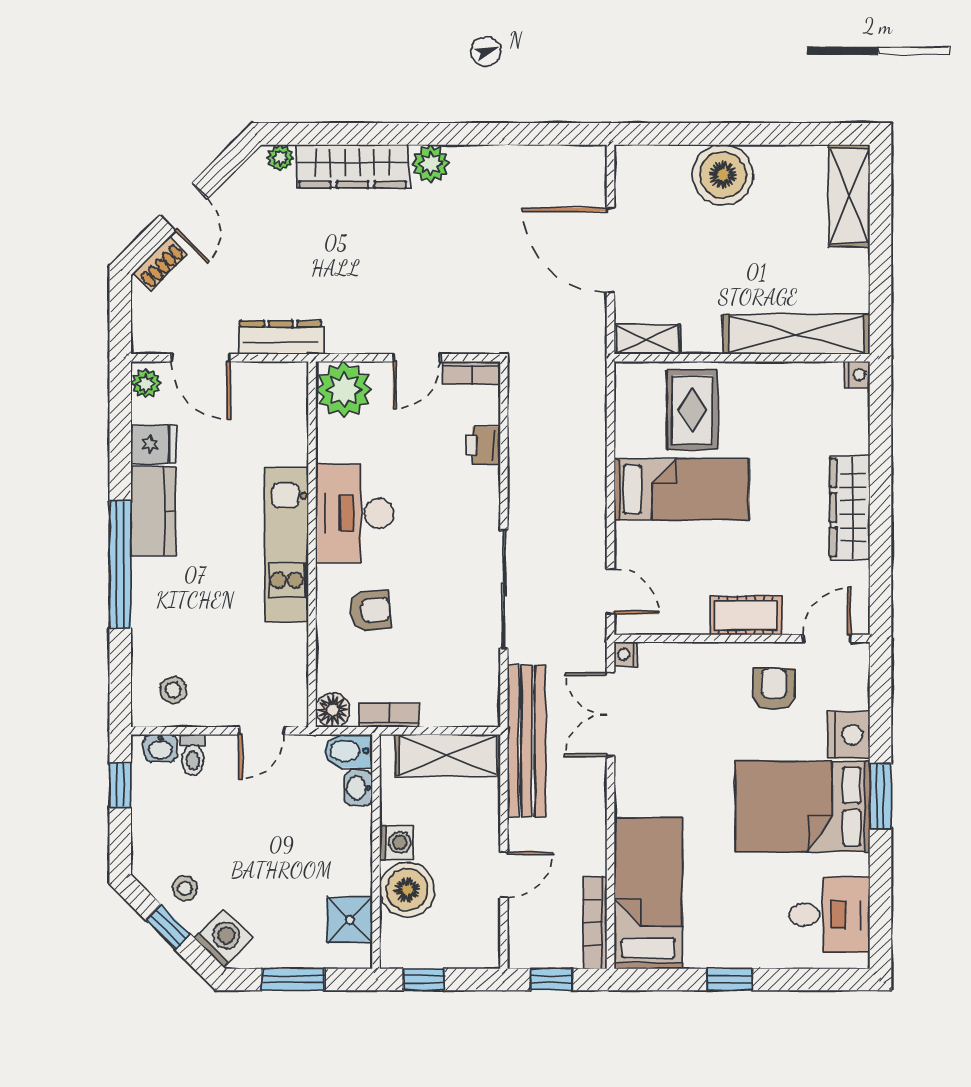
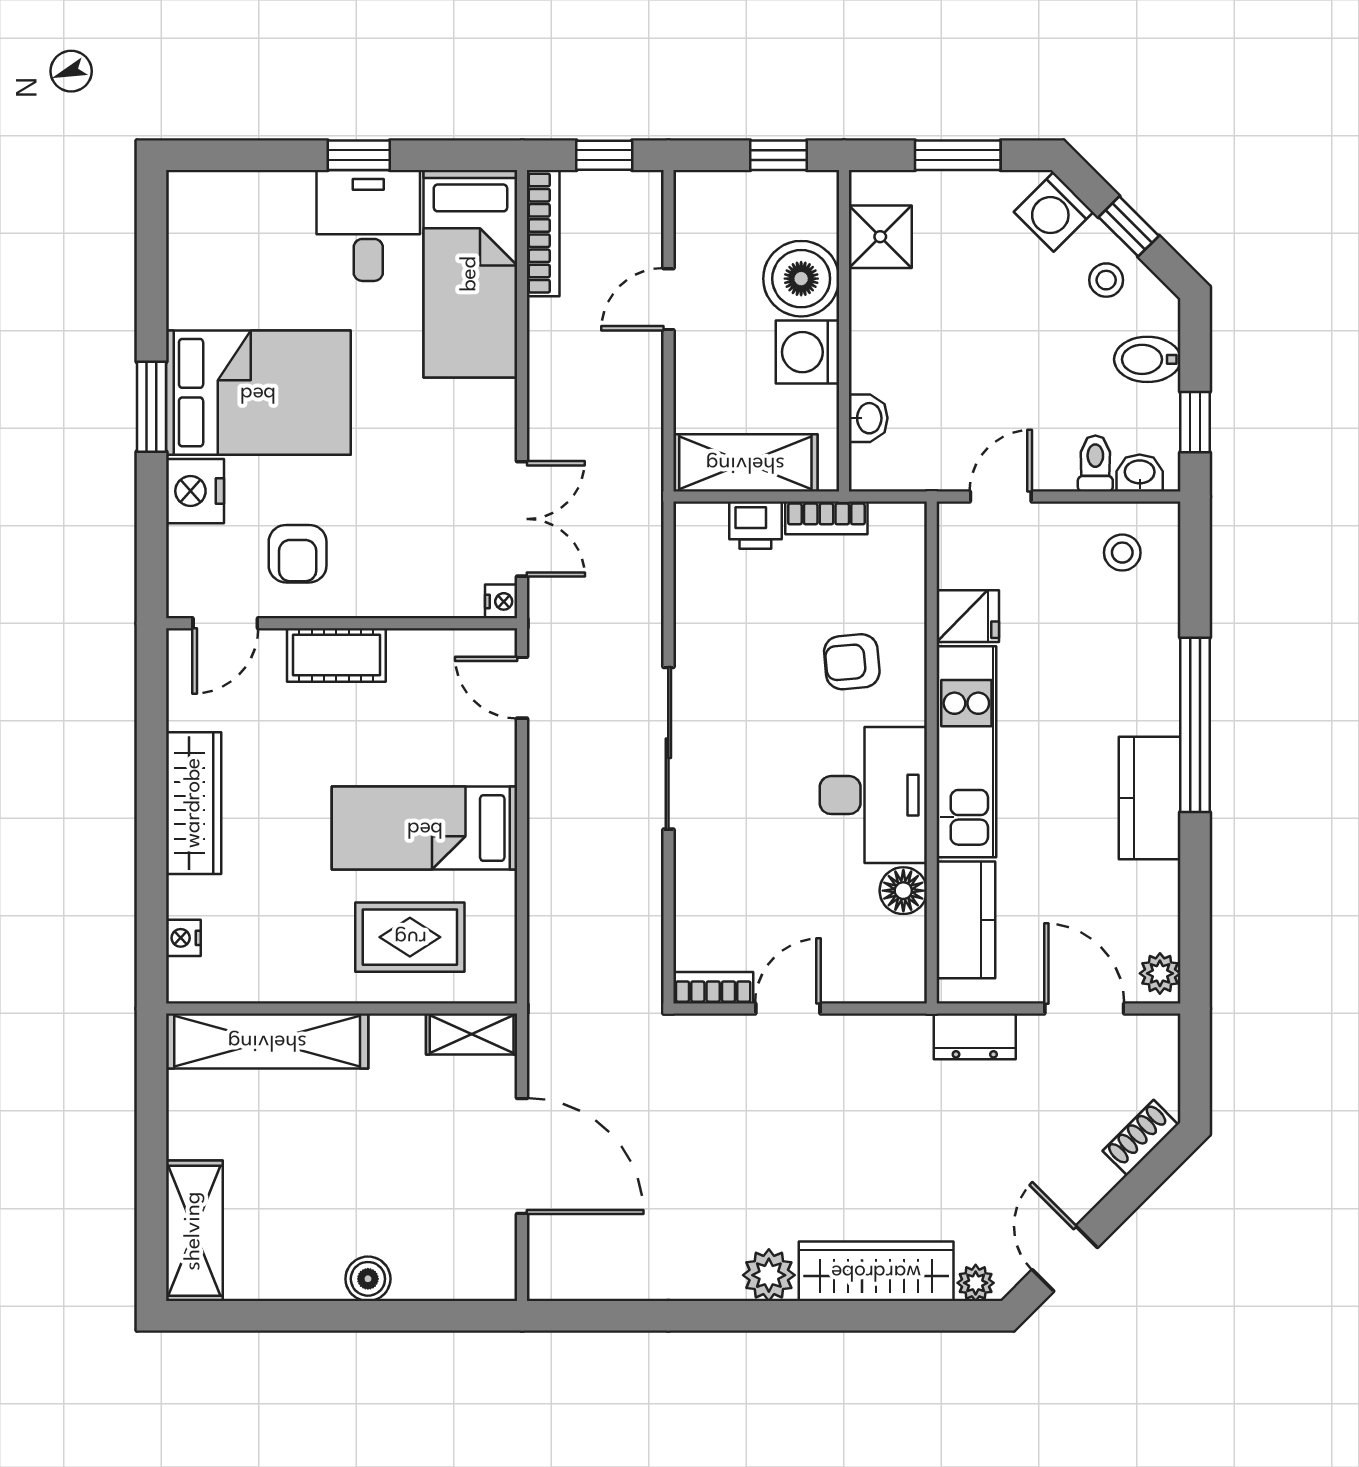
boiler: (723, 175) -> (368, 1279), width x0.54, depth x0.54
door: (184, 207) -> (1065, 1259), moved
dresser: (281, 337) -> (975, 1036), width x0.70
nightstand: (857, 375) -> (183, 938), moved
plant: (344, 390) -> (888, 965), removed
rug: (692, 410) -> (410, 937), turned 90
kitchen counter: (287, 422) -> (966, 920), added
fridge: (154, 445) -> (968, 616), moved, turned 180
printer: (483, 446) -> (755, 525), moved, turned 90
sliding door: (504, 589) -> (668, 748), moved
floor lamp: (333, 710) -> (903, 891), moved
bench: (526, 741) -> (638, 482), removed
bidet: (348, 751) -> (1147, 359), moved, turned 180
washing machine: (396, 842) -> (807, 352), width x1.38, depth x1.38
desk: (829, 915) -> (368, 225), moved, turned 90

